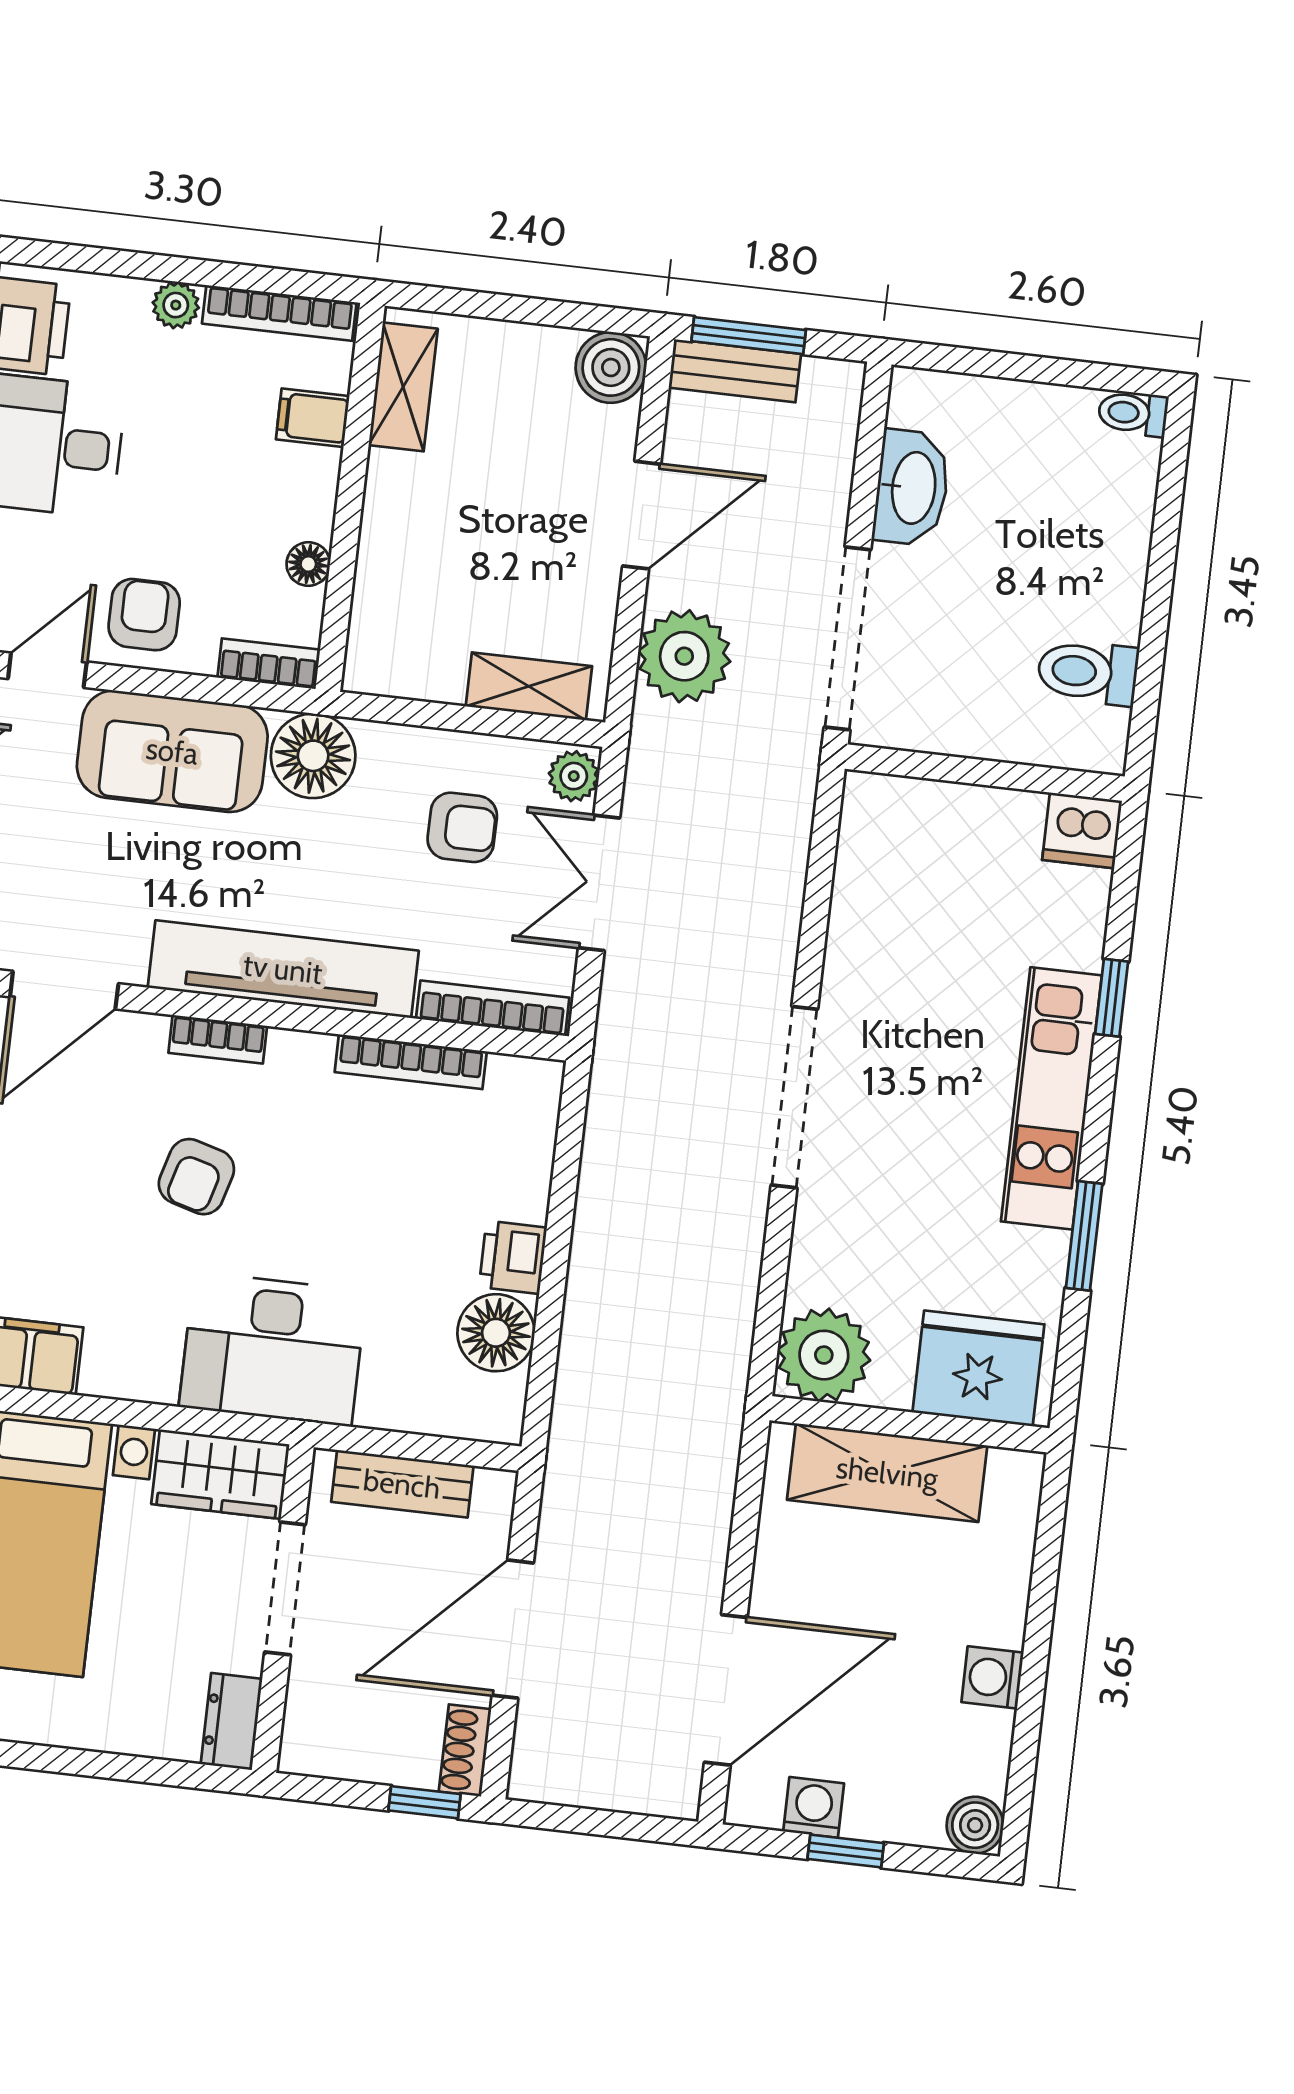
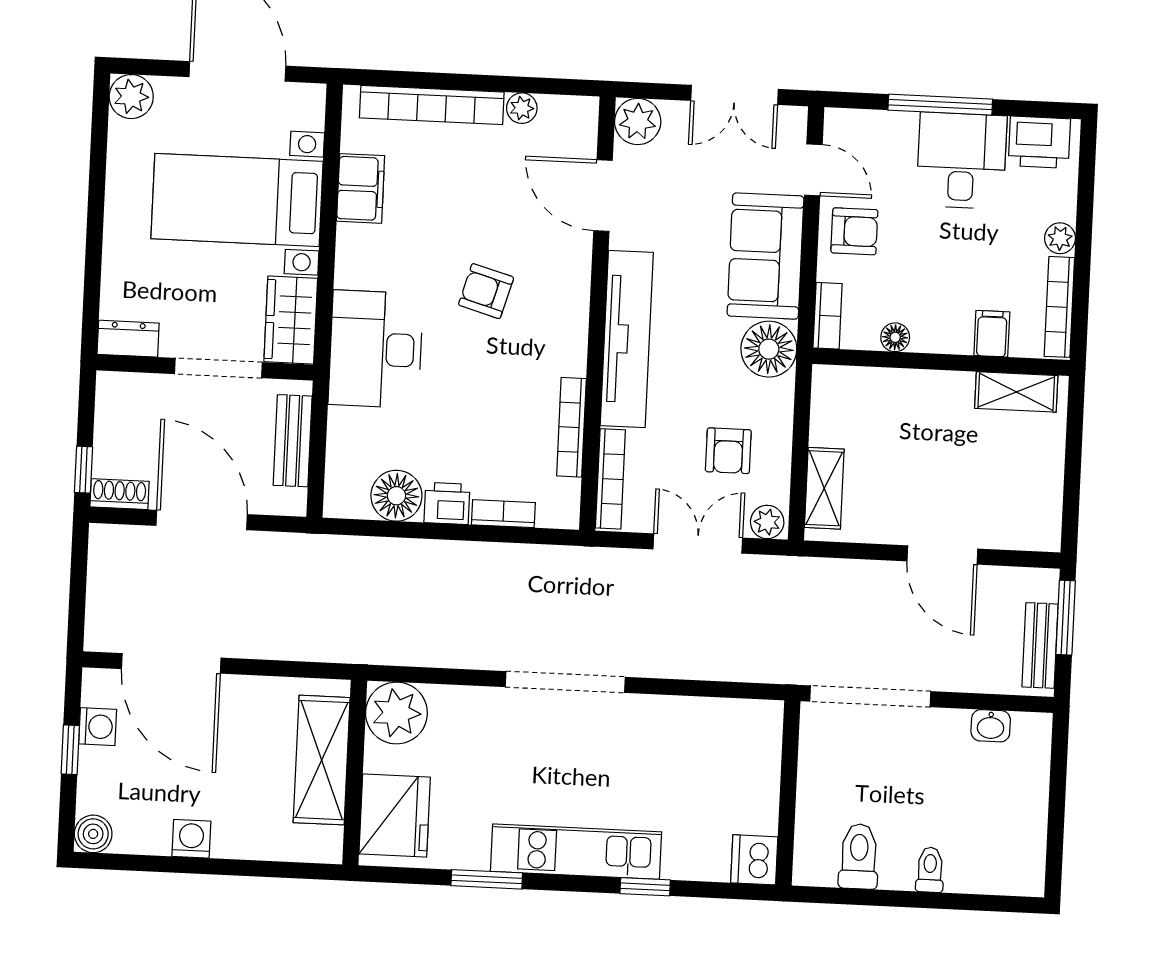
boiler: (611, 367) -> (1038, 528), removed
bench: (735, 371) -> (1040, 645), moved
toilet: (1133, 413) -> (930, 870), moved
washbasin: (912, 488) -> (991, 726), width x0.52, depth x0.69
plant: (684, 656) -> (851, 589), removed
bookcase: (218, 1039) -> (503, 514), moved, turned 90

